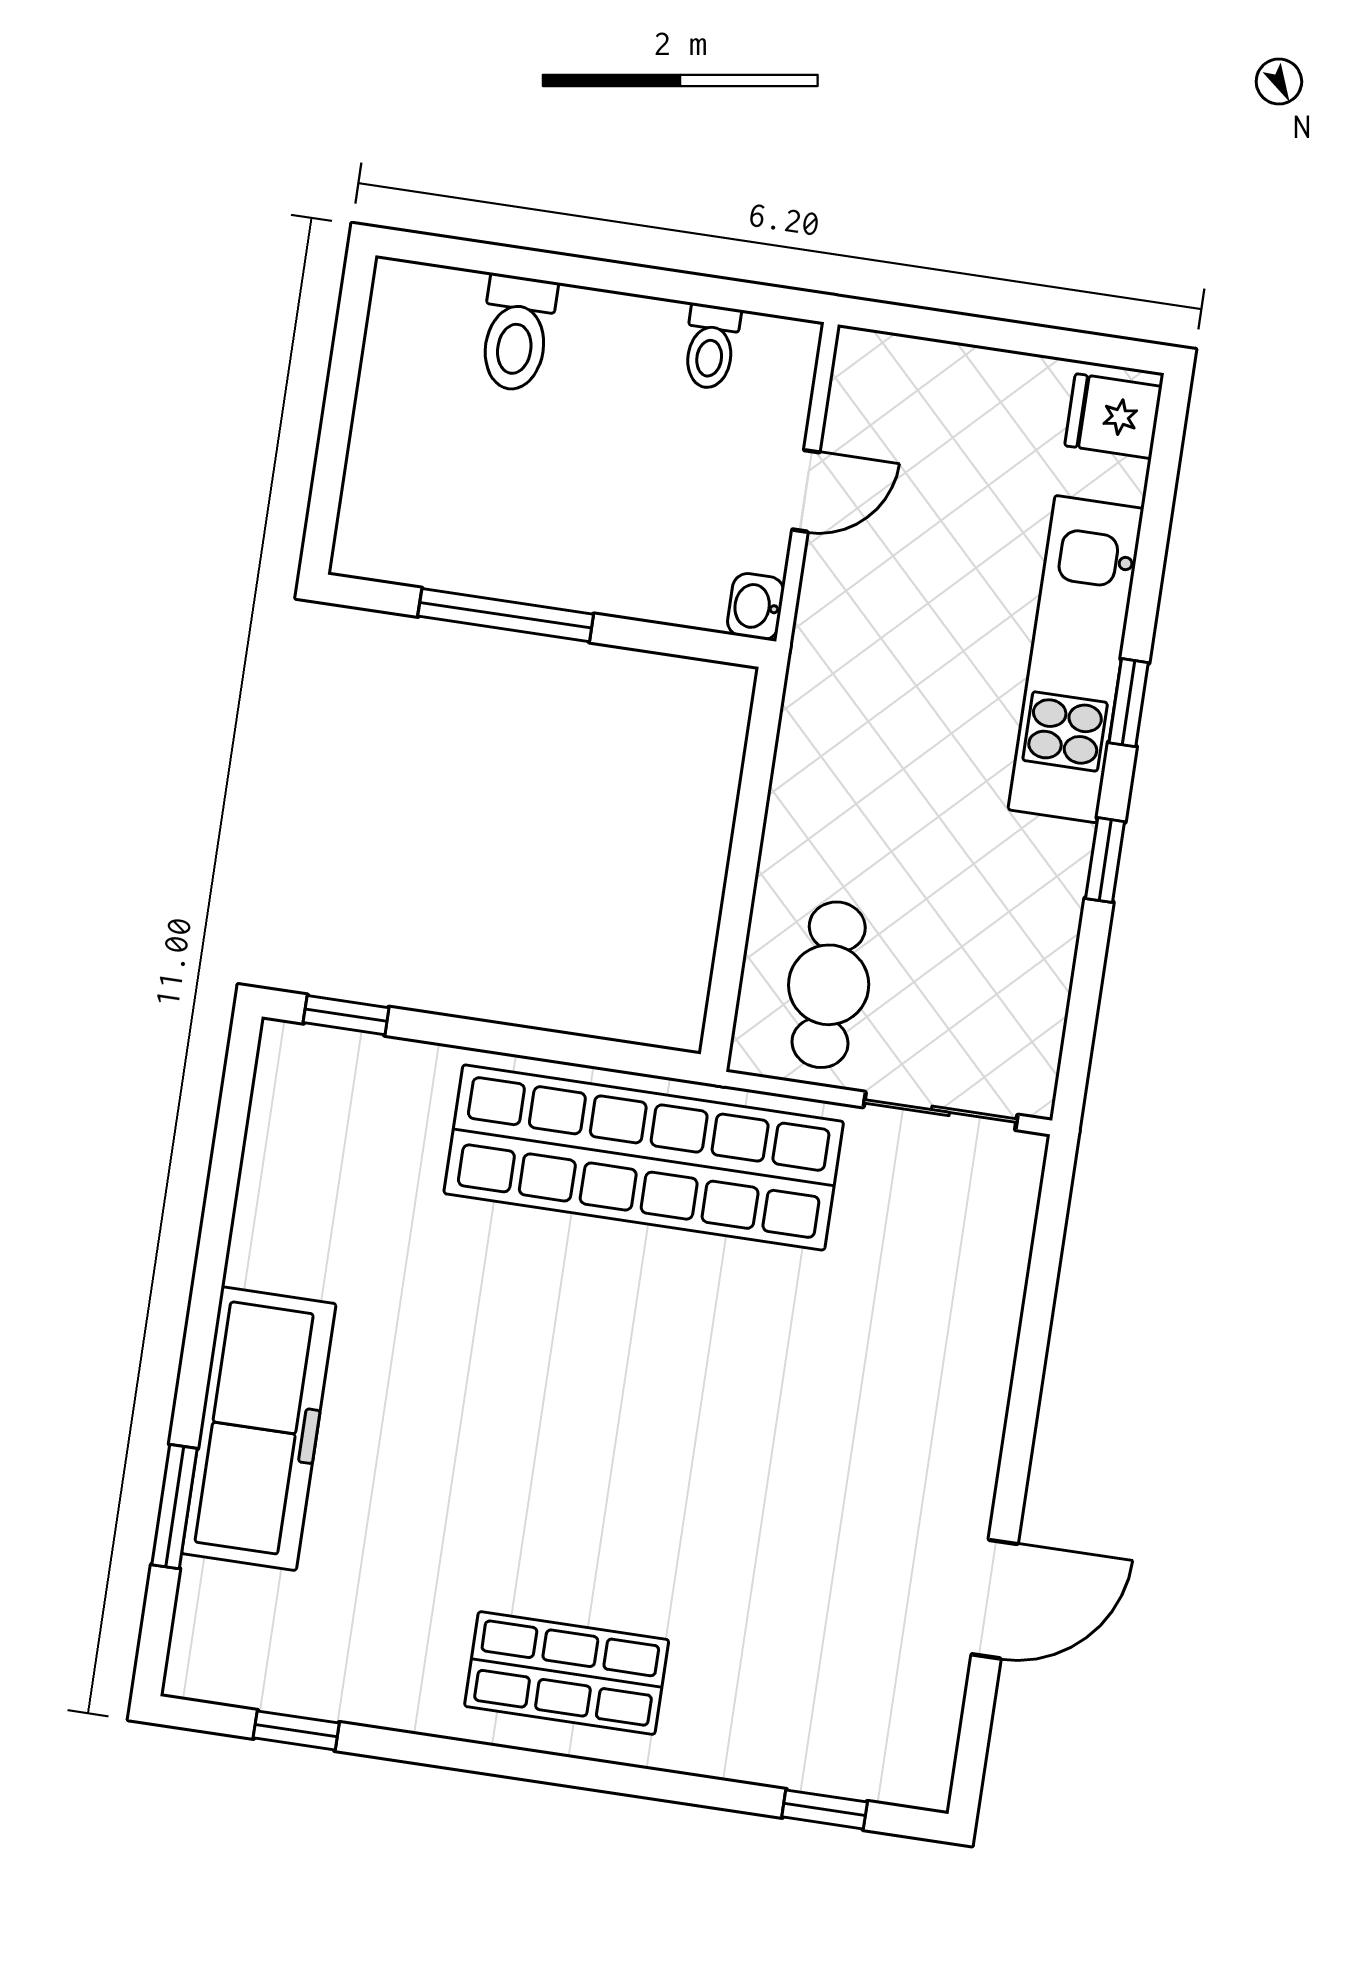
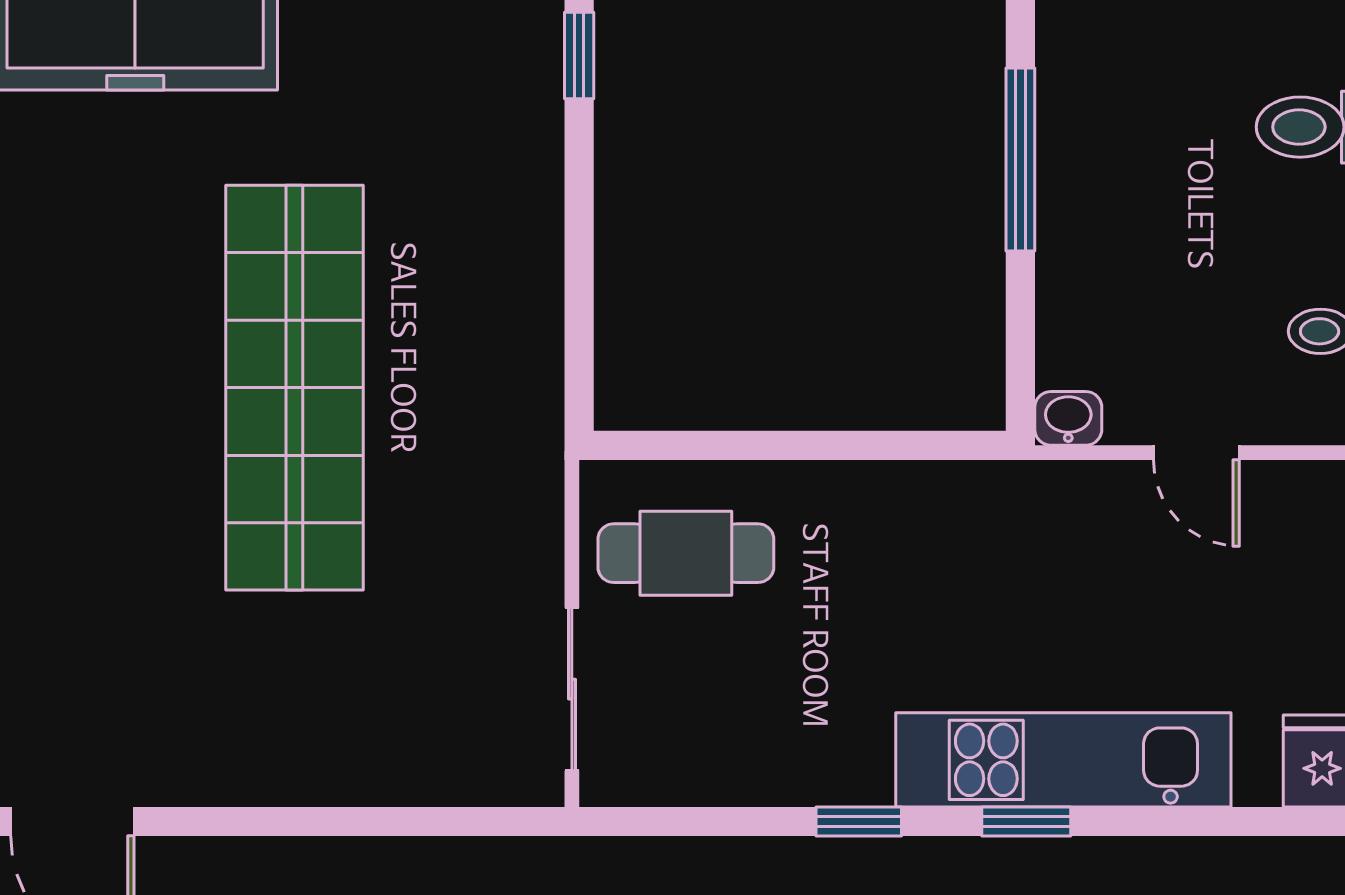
shop shelf: (644, 1158) -> (294, 388), moved

